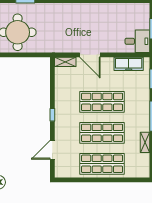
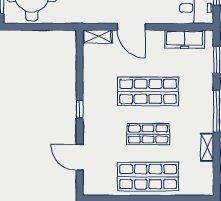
shop shelf: (102, 133) -> (148, 134), width x0.70, depth x0.74
door: (52, 150) -> (80, 157), hinge flipped

